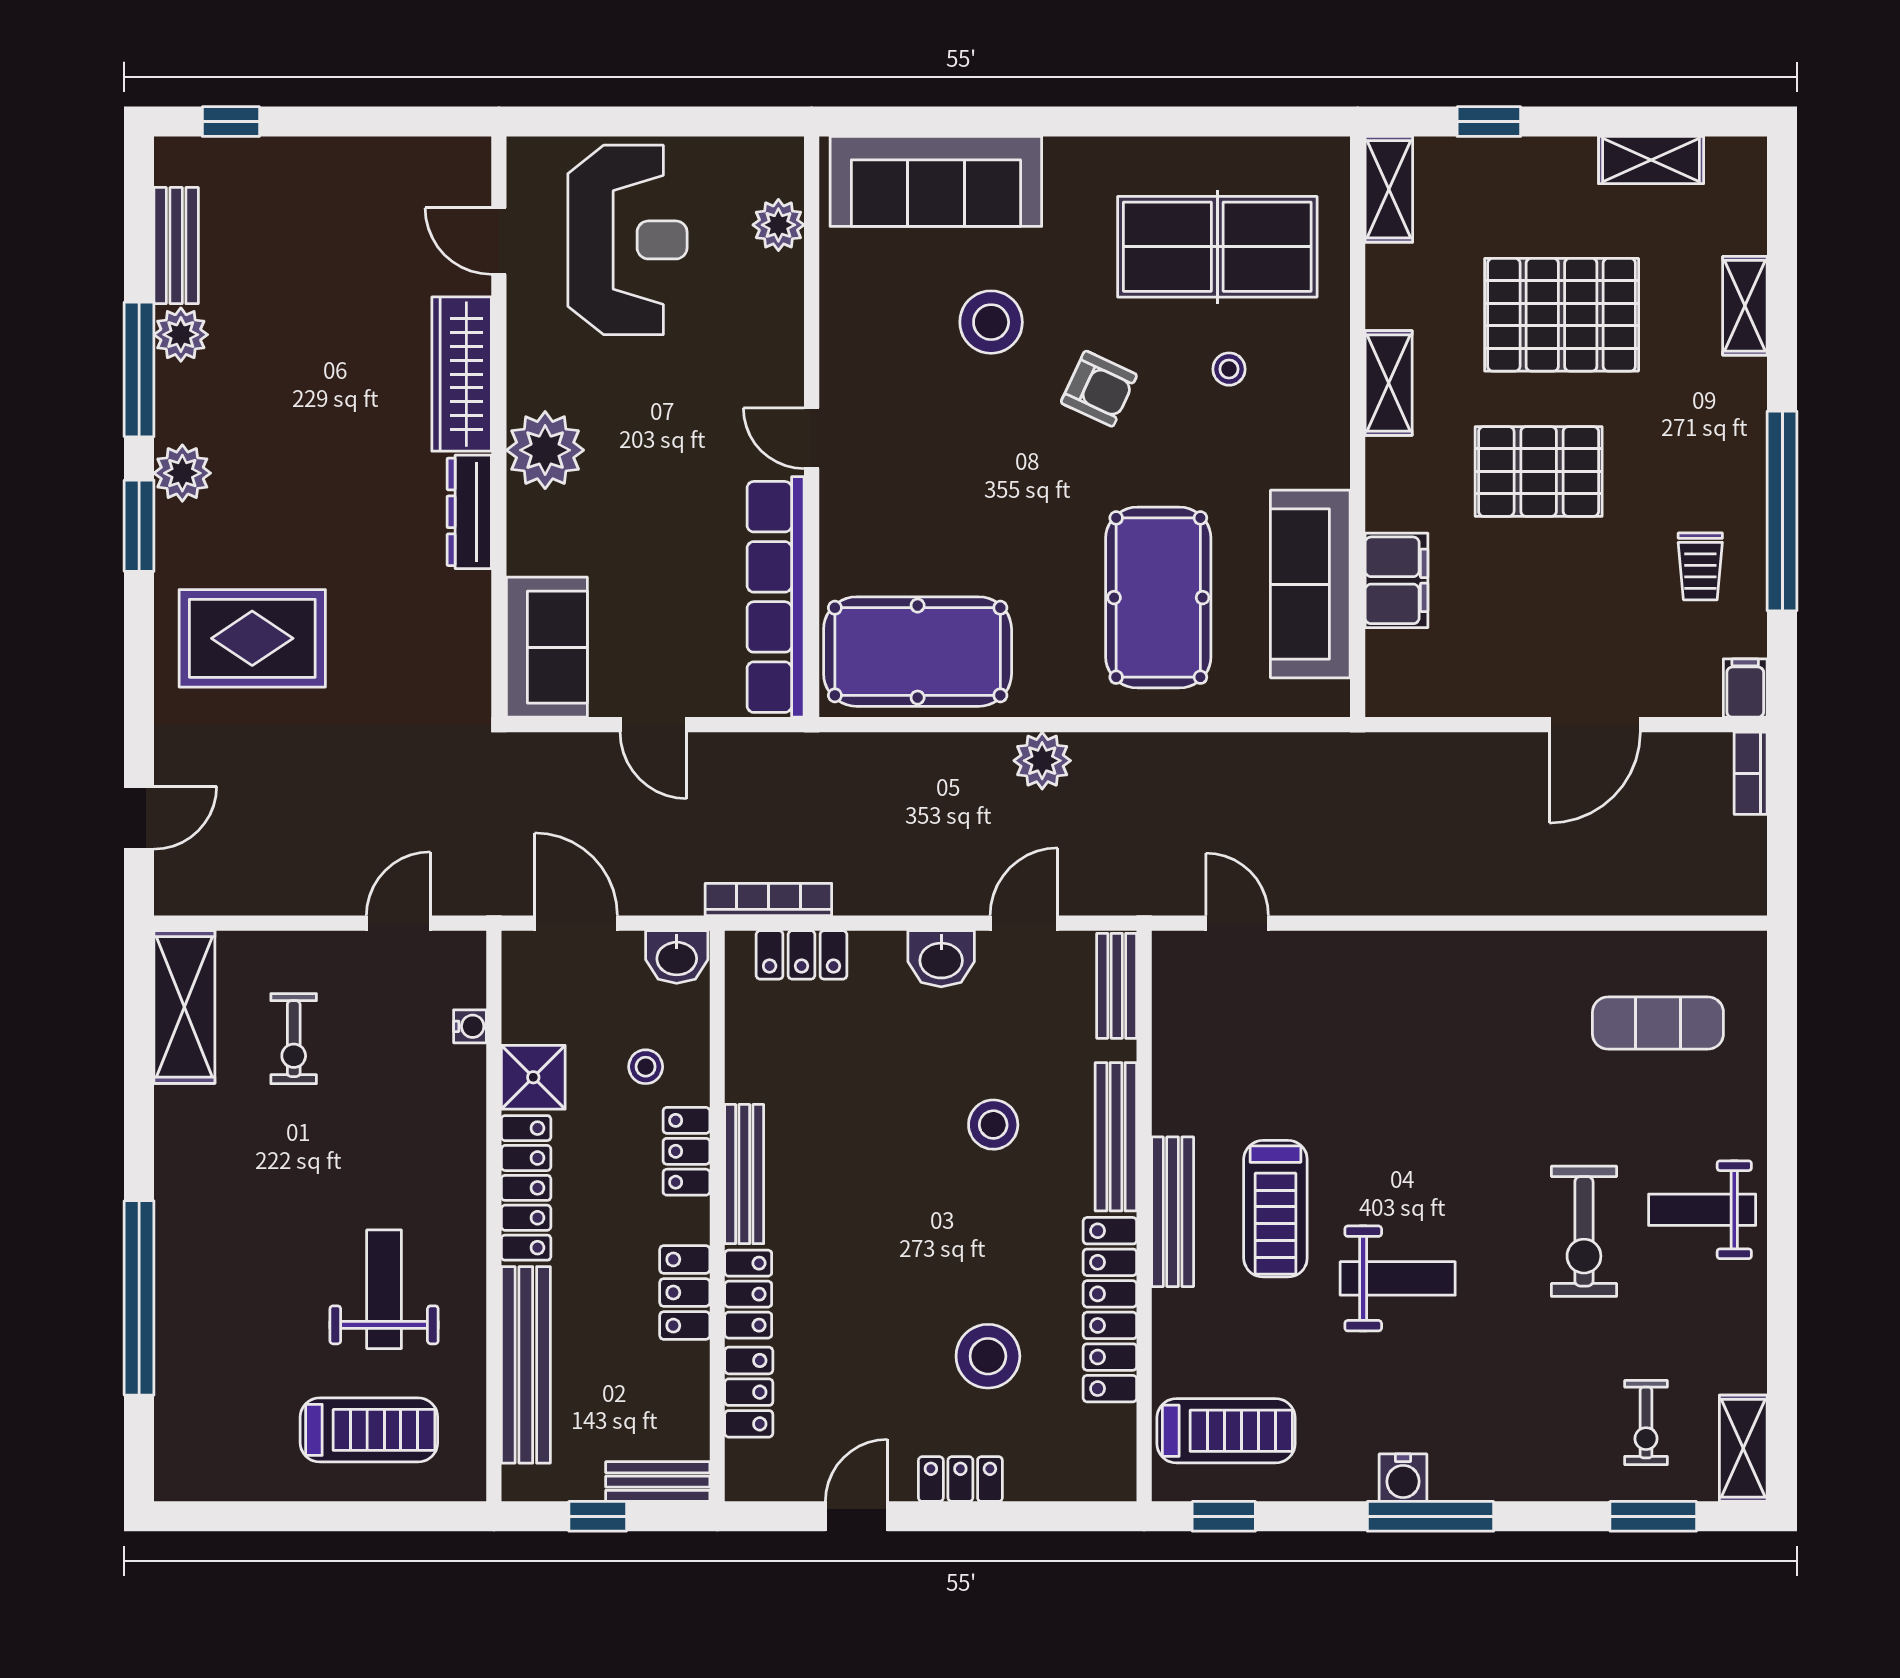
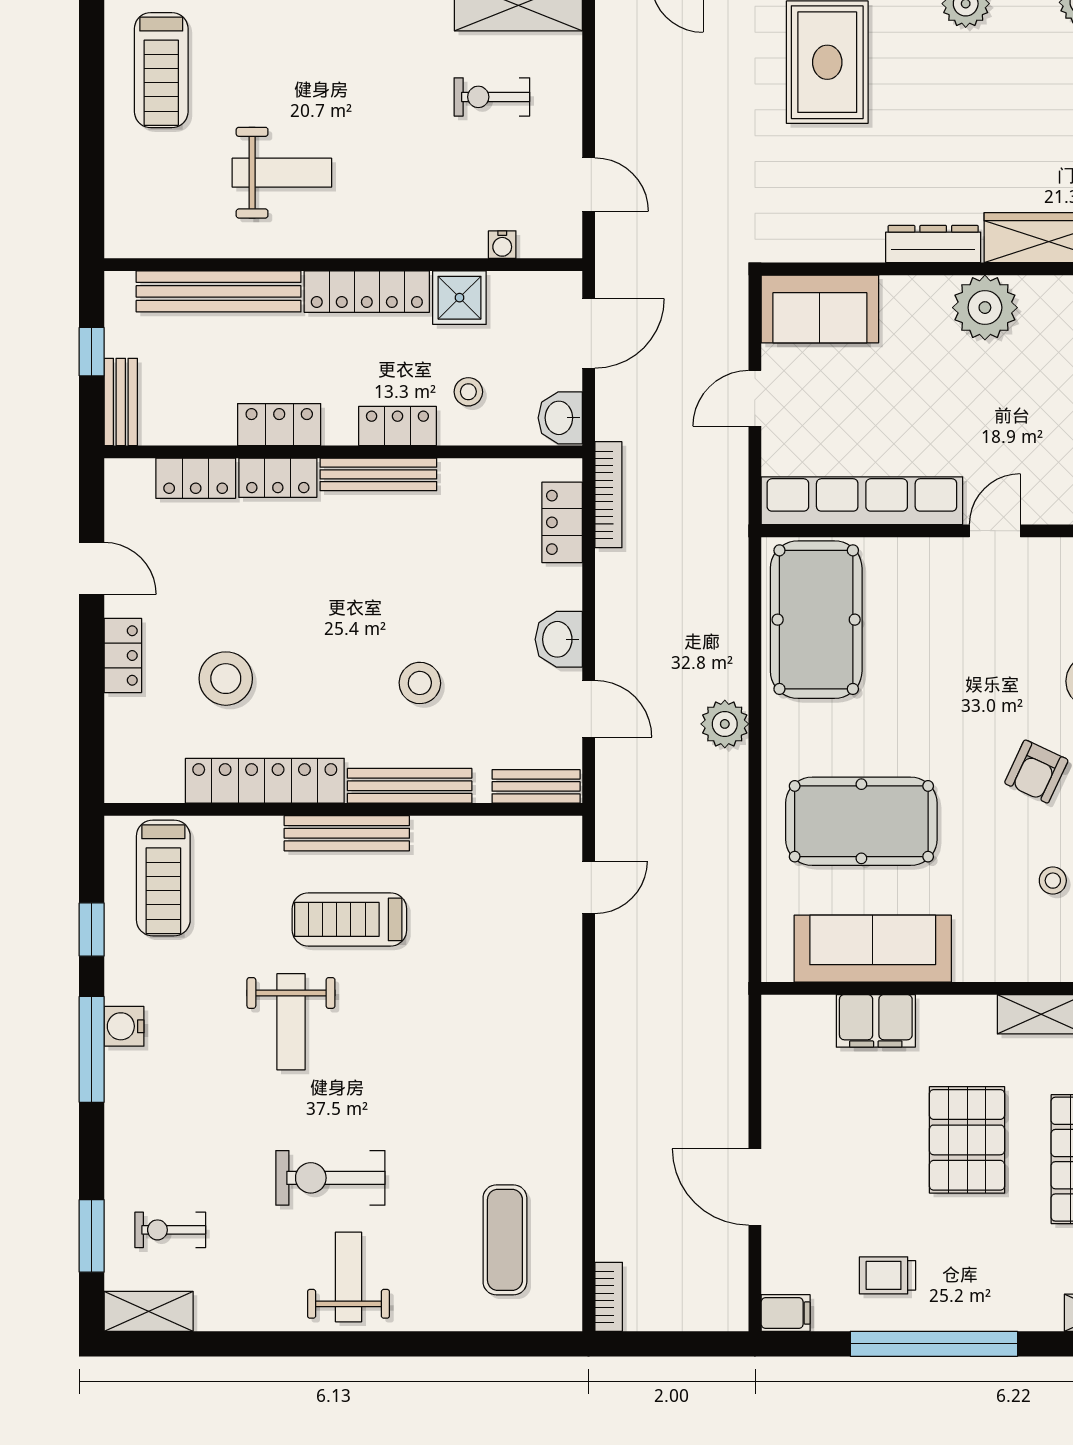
bookcase: (1751, 773) -> (609, 1297), moved, turned 90
treadmill: (369, 1430) -> (161, 70), moved
window: (1224, 1516) -> (92, 929), moved

